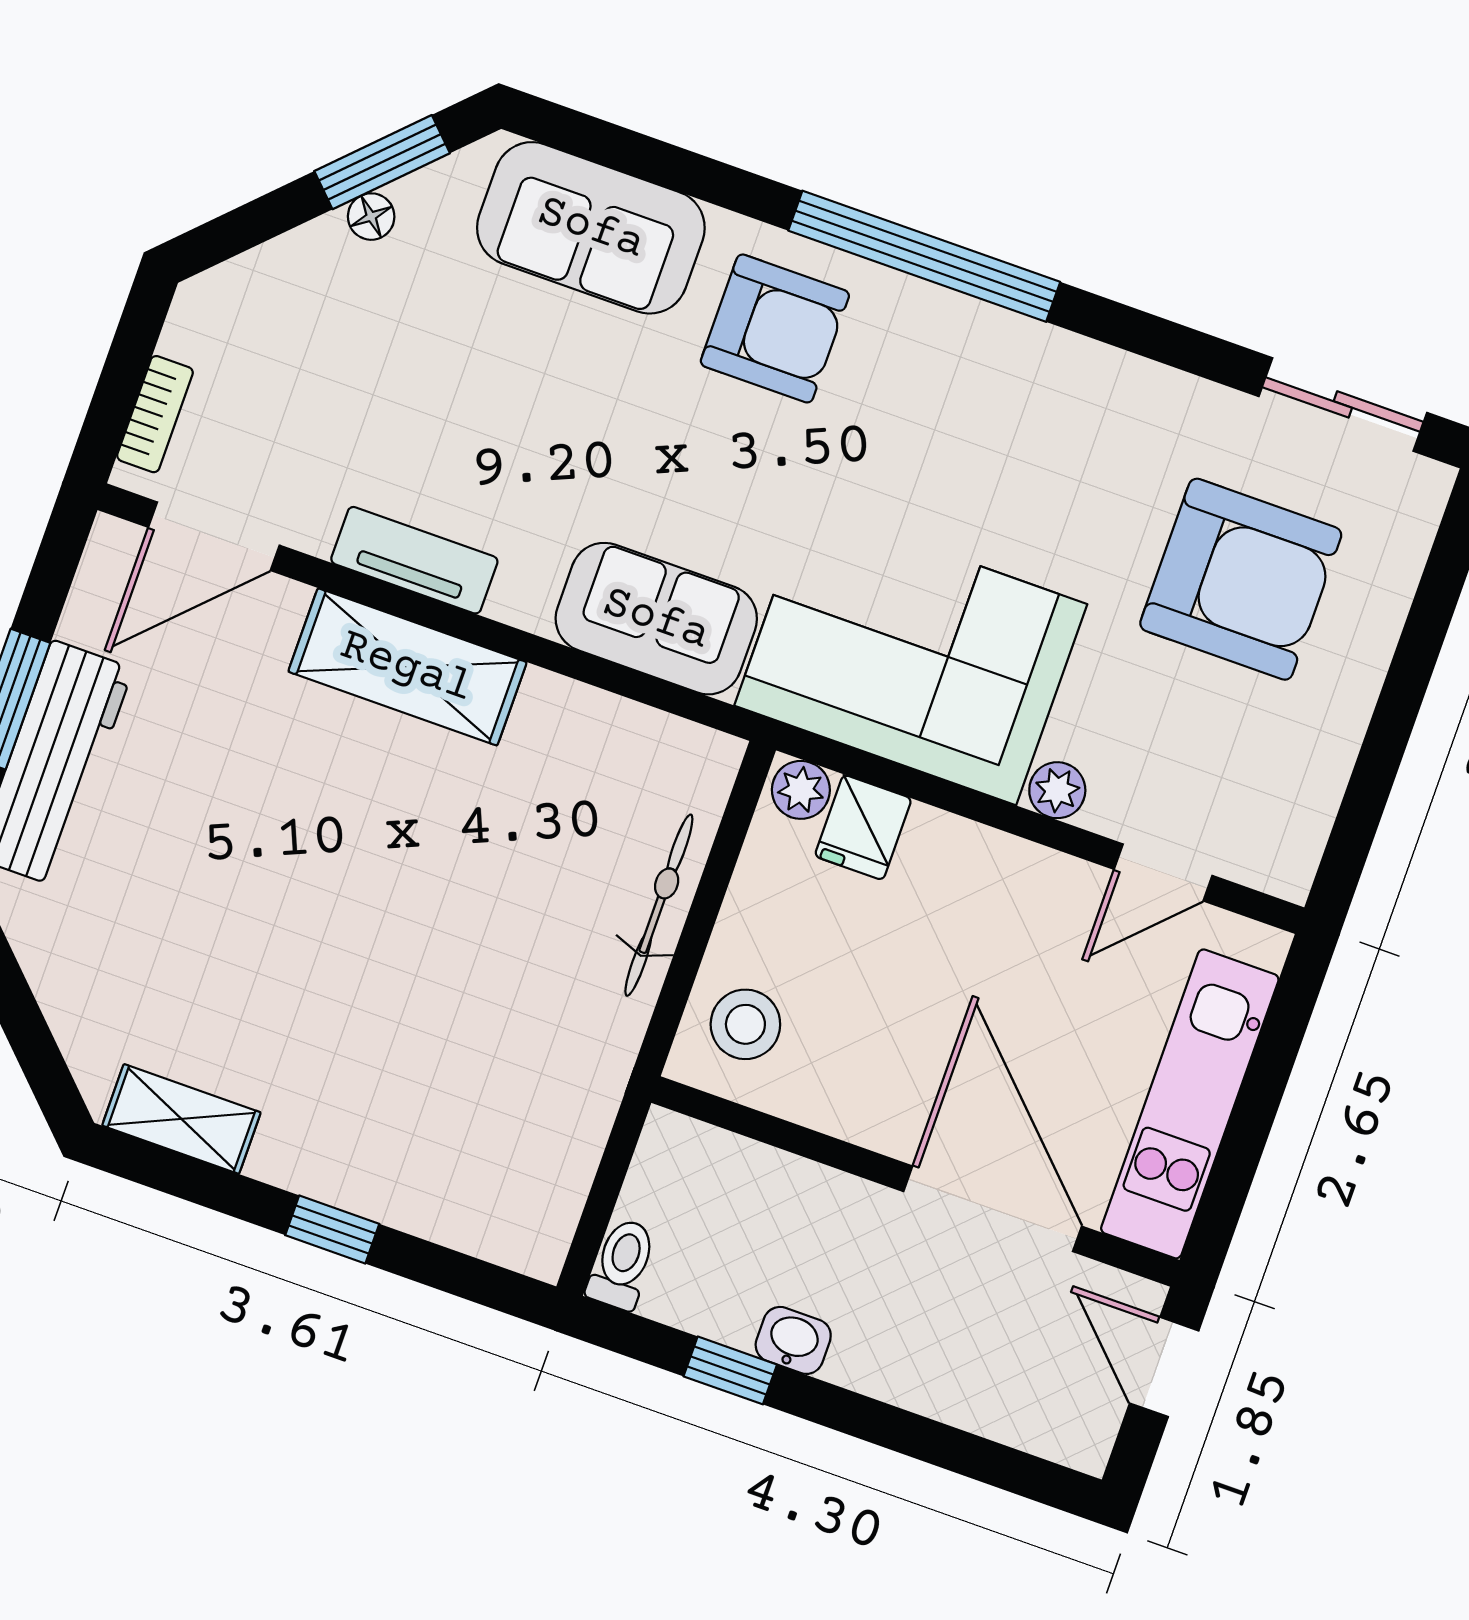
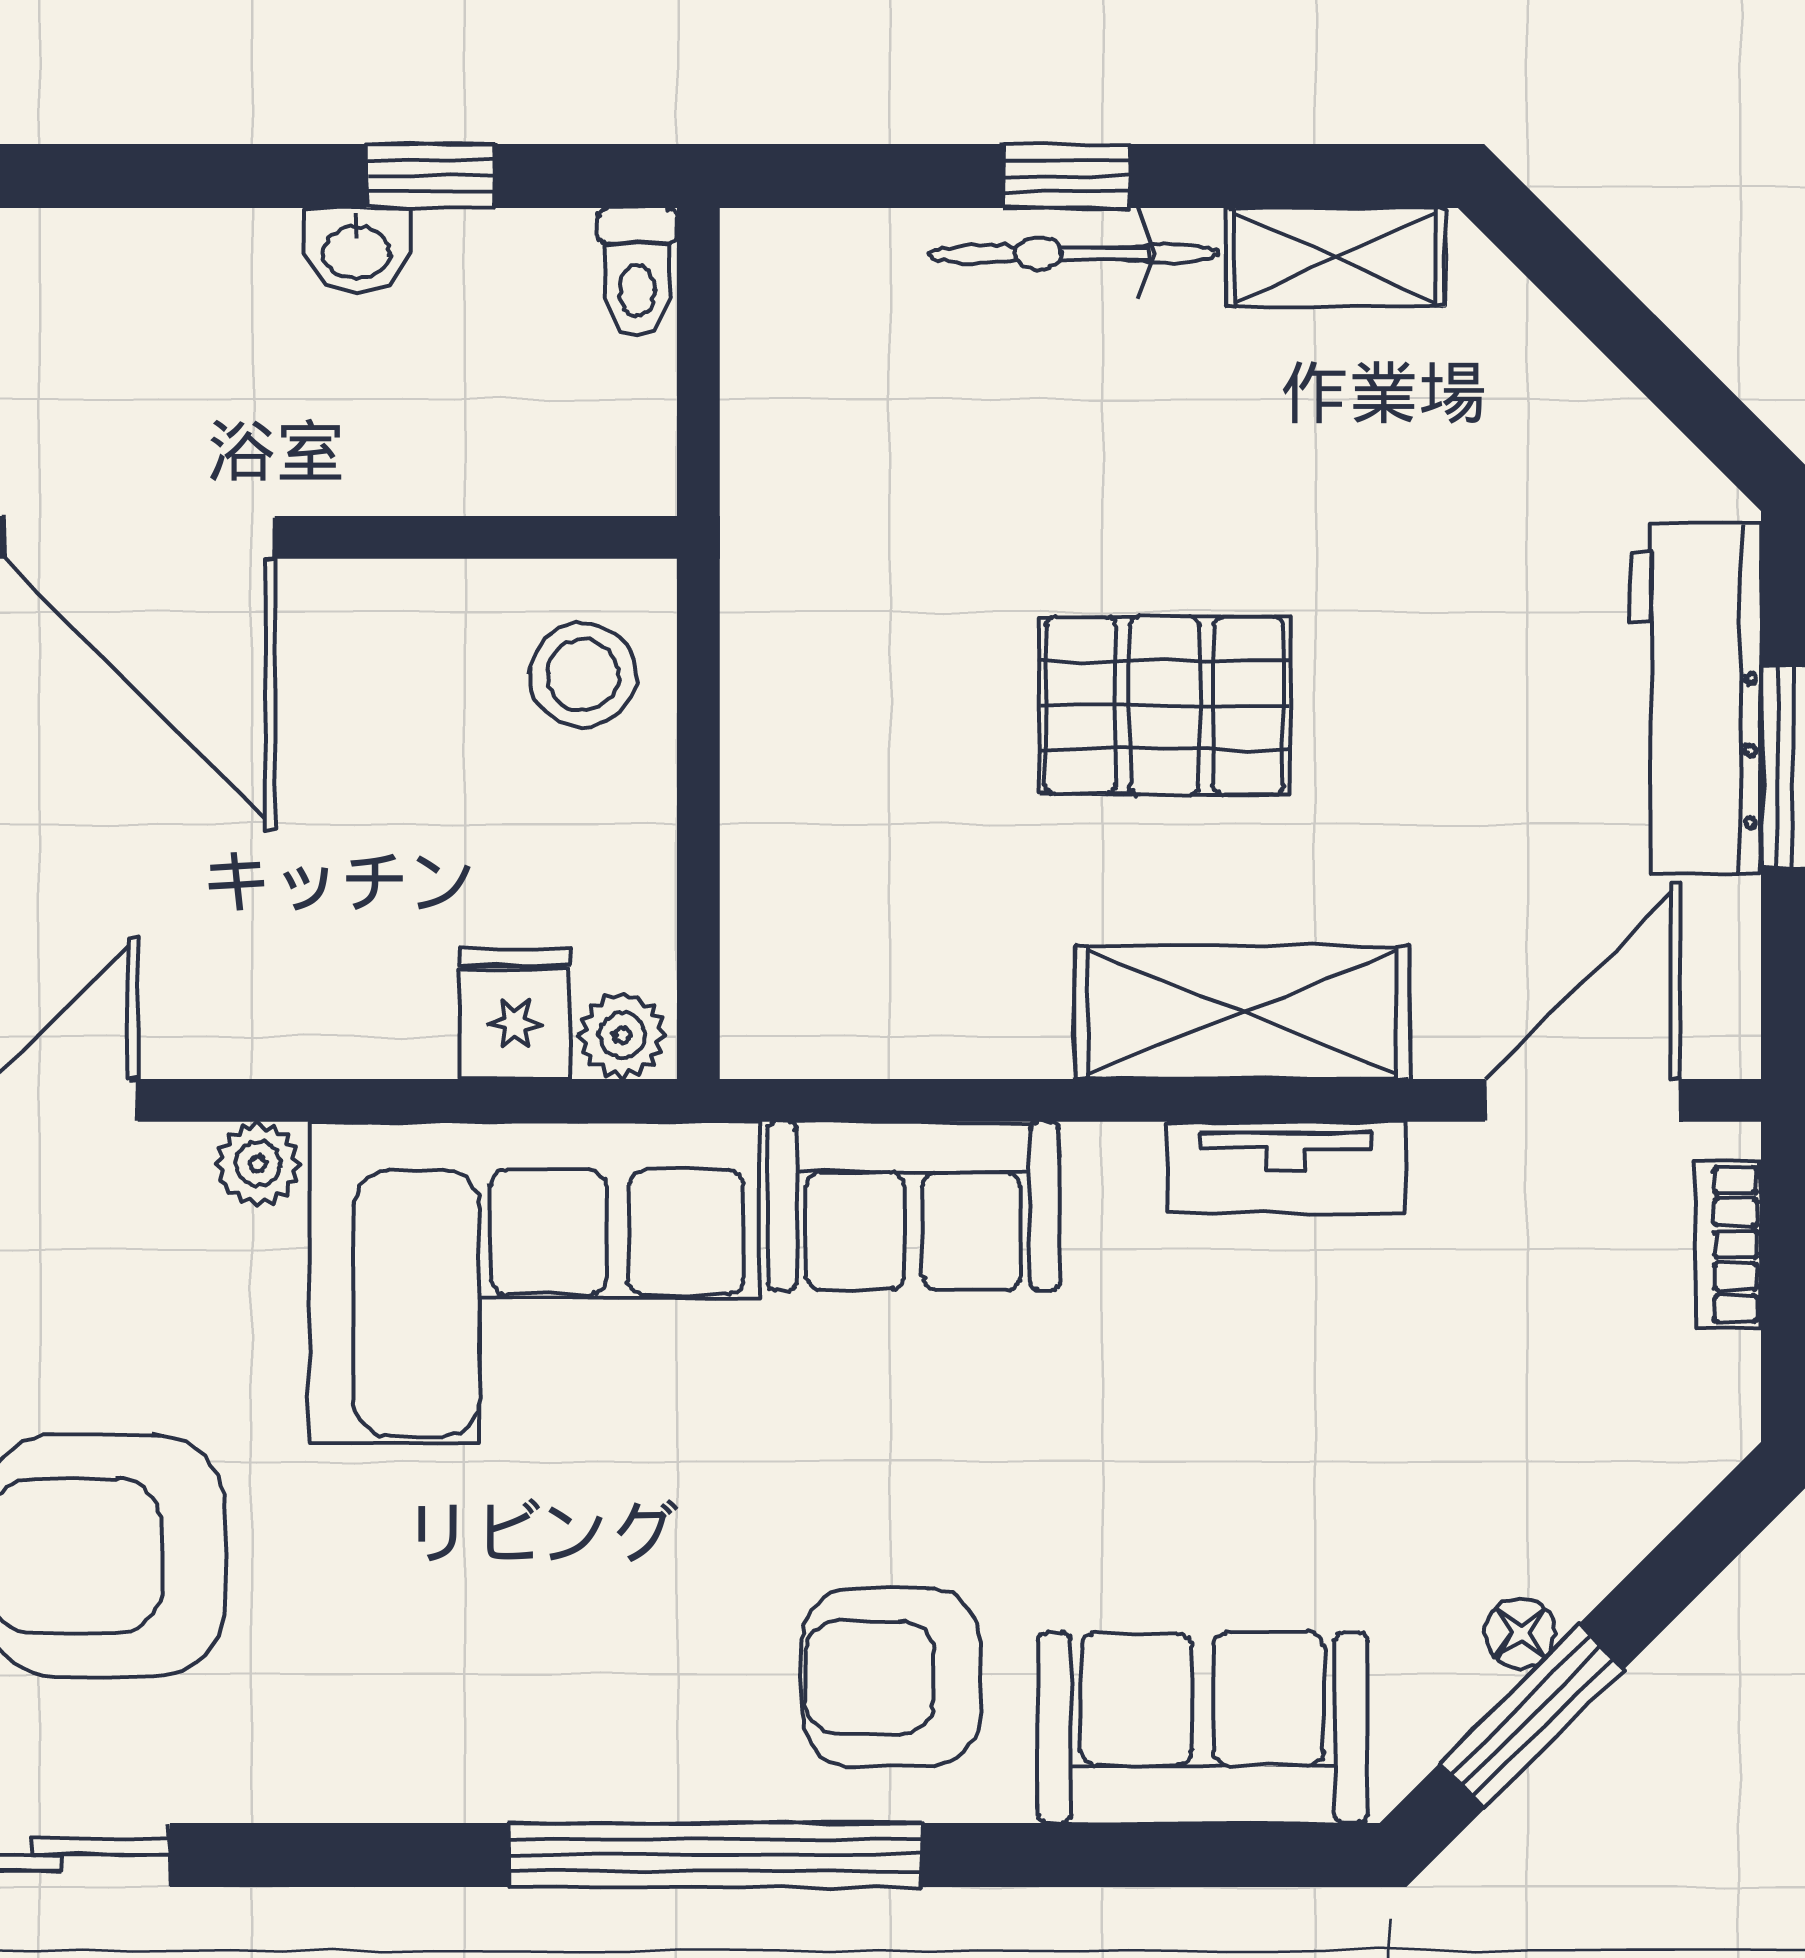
pallet: (388, 876) -> (1165, 705), added
bicycle: (659, 905) -> (1073, 254), moved, turned 90

